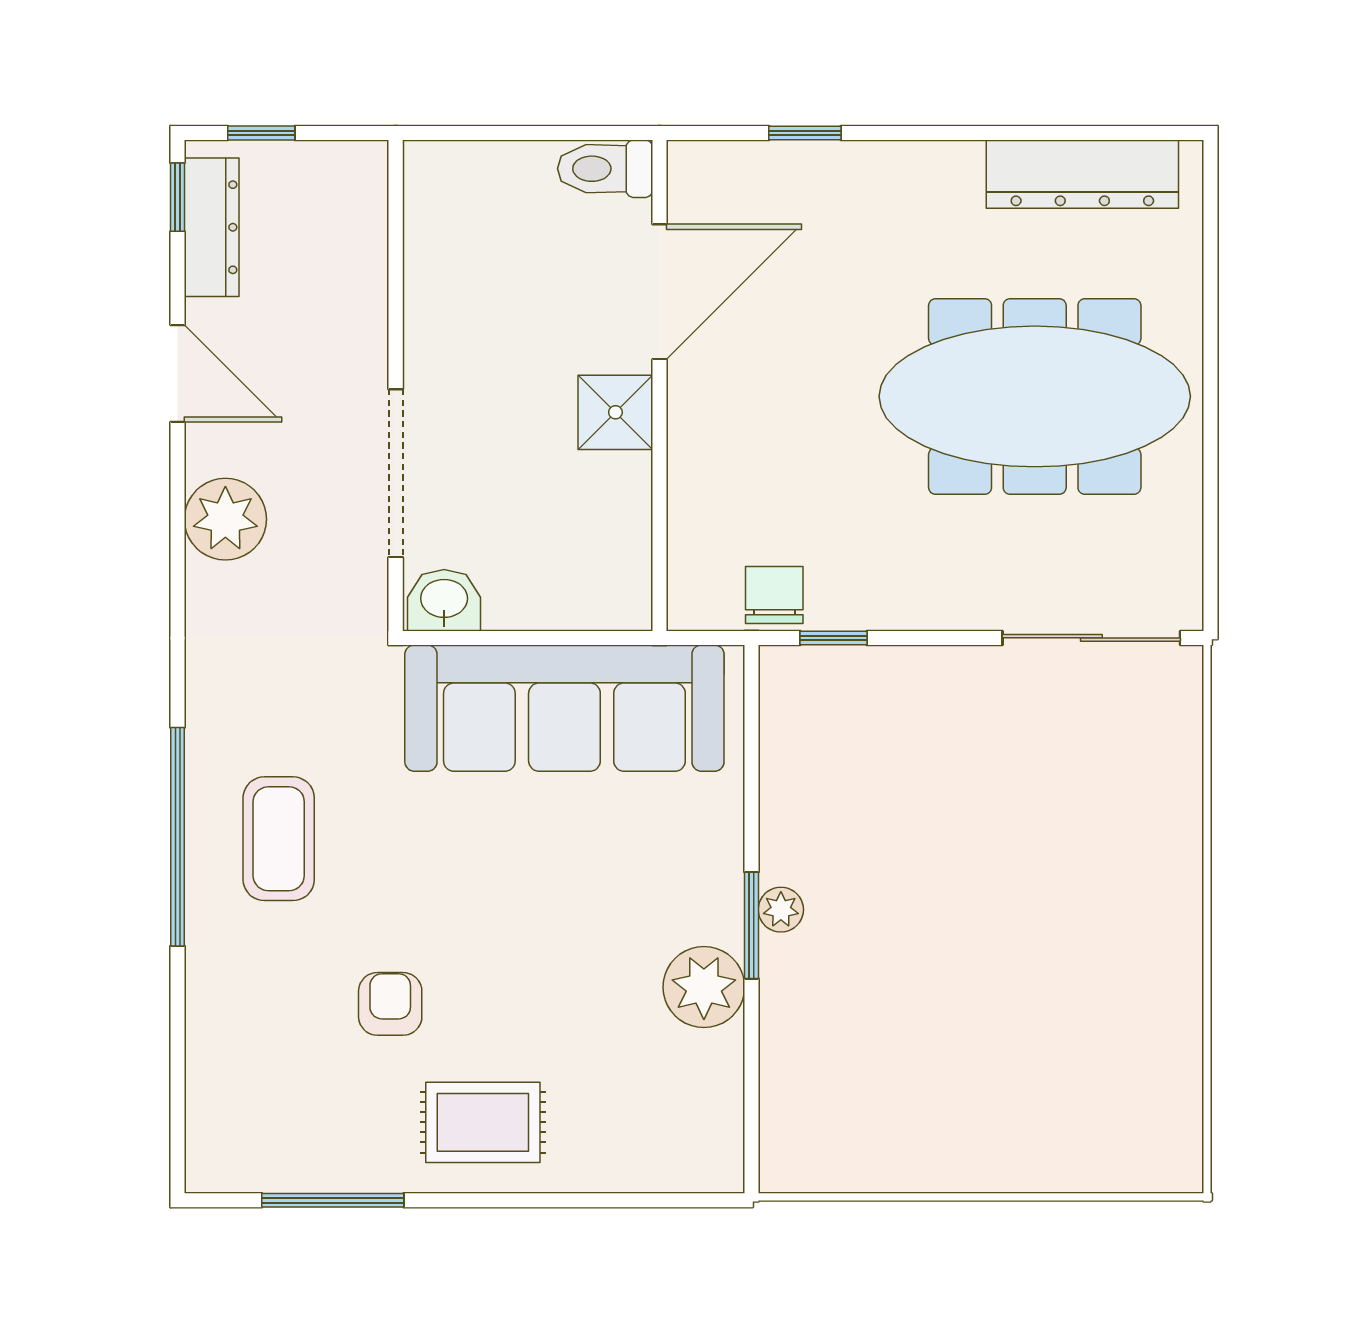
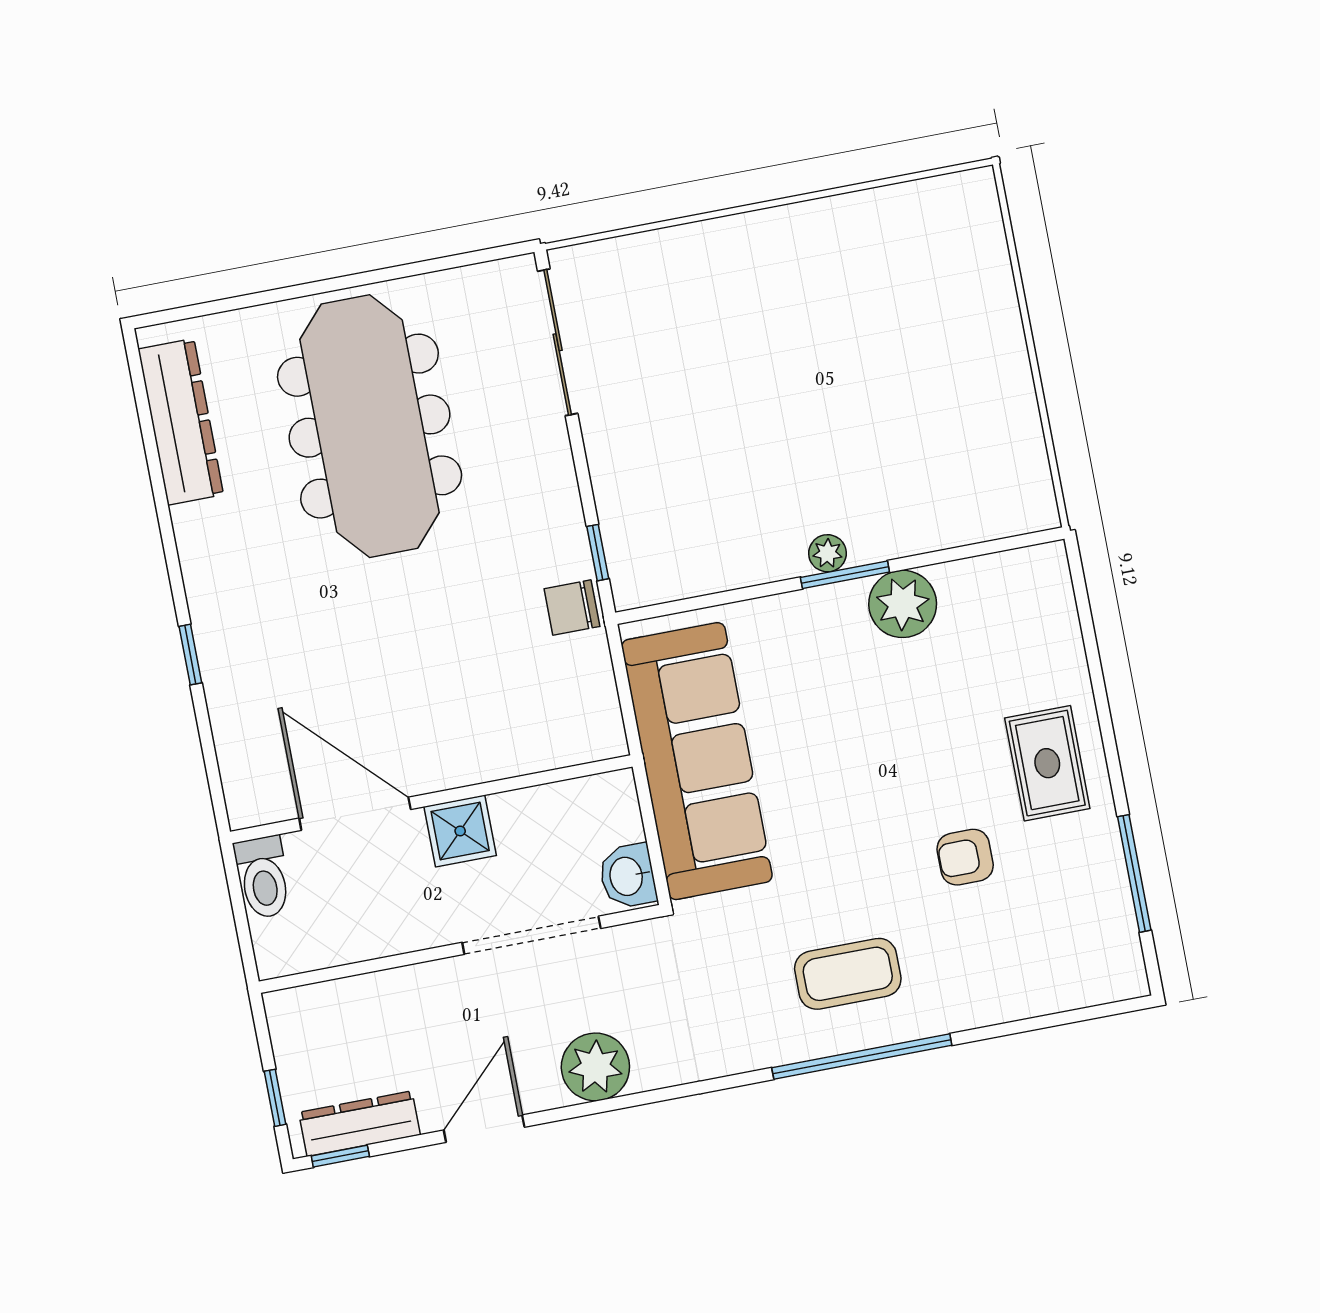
toilet: (605, 169) -> (263, 877), moved
door: (660, 292) -> (355, 814), moved
wall: (660, 385) -> (431, 799), moved
shower: (615, 412) -> (460, 831), moved

